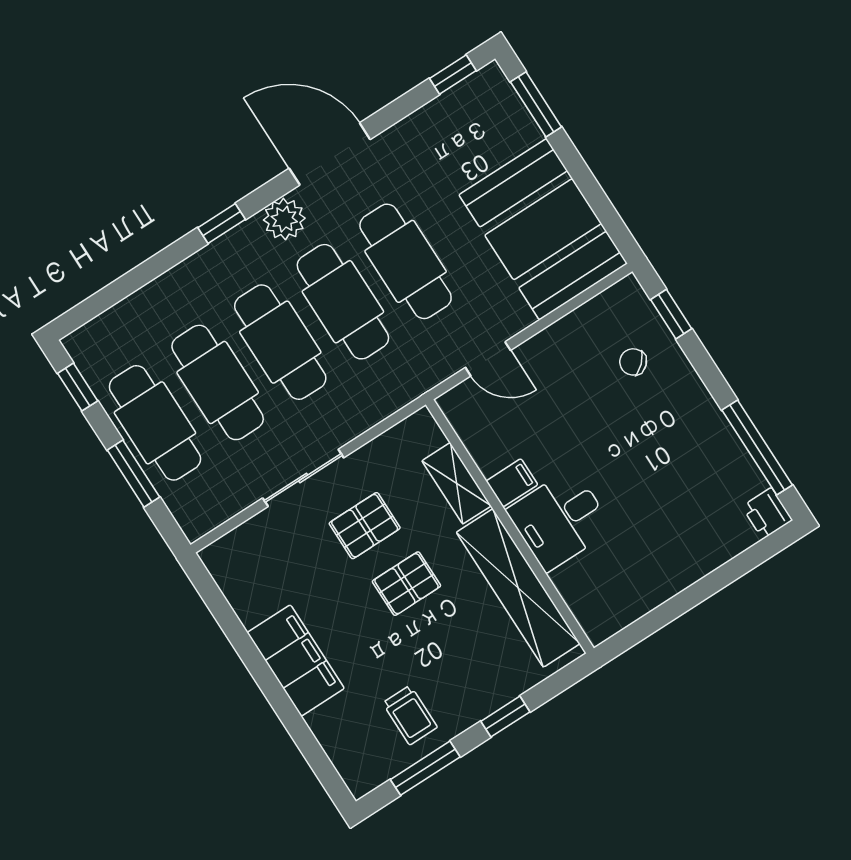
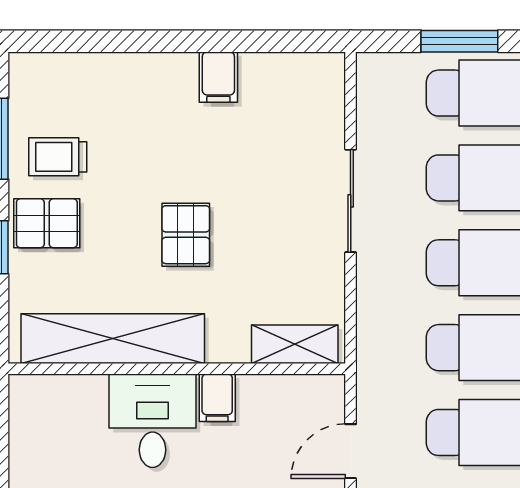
shelving: (456, 483) -> (295, 344), moved
pallet: (365, 526) -> (47, 223), moved, turned 90
filing cabinet: (296, 660) -> (218, 77), width x0.33, depth x0.86

